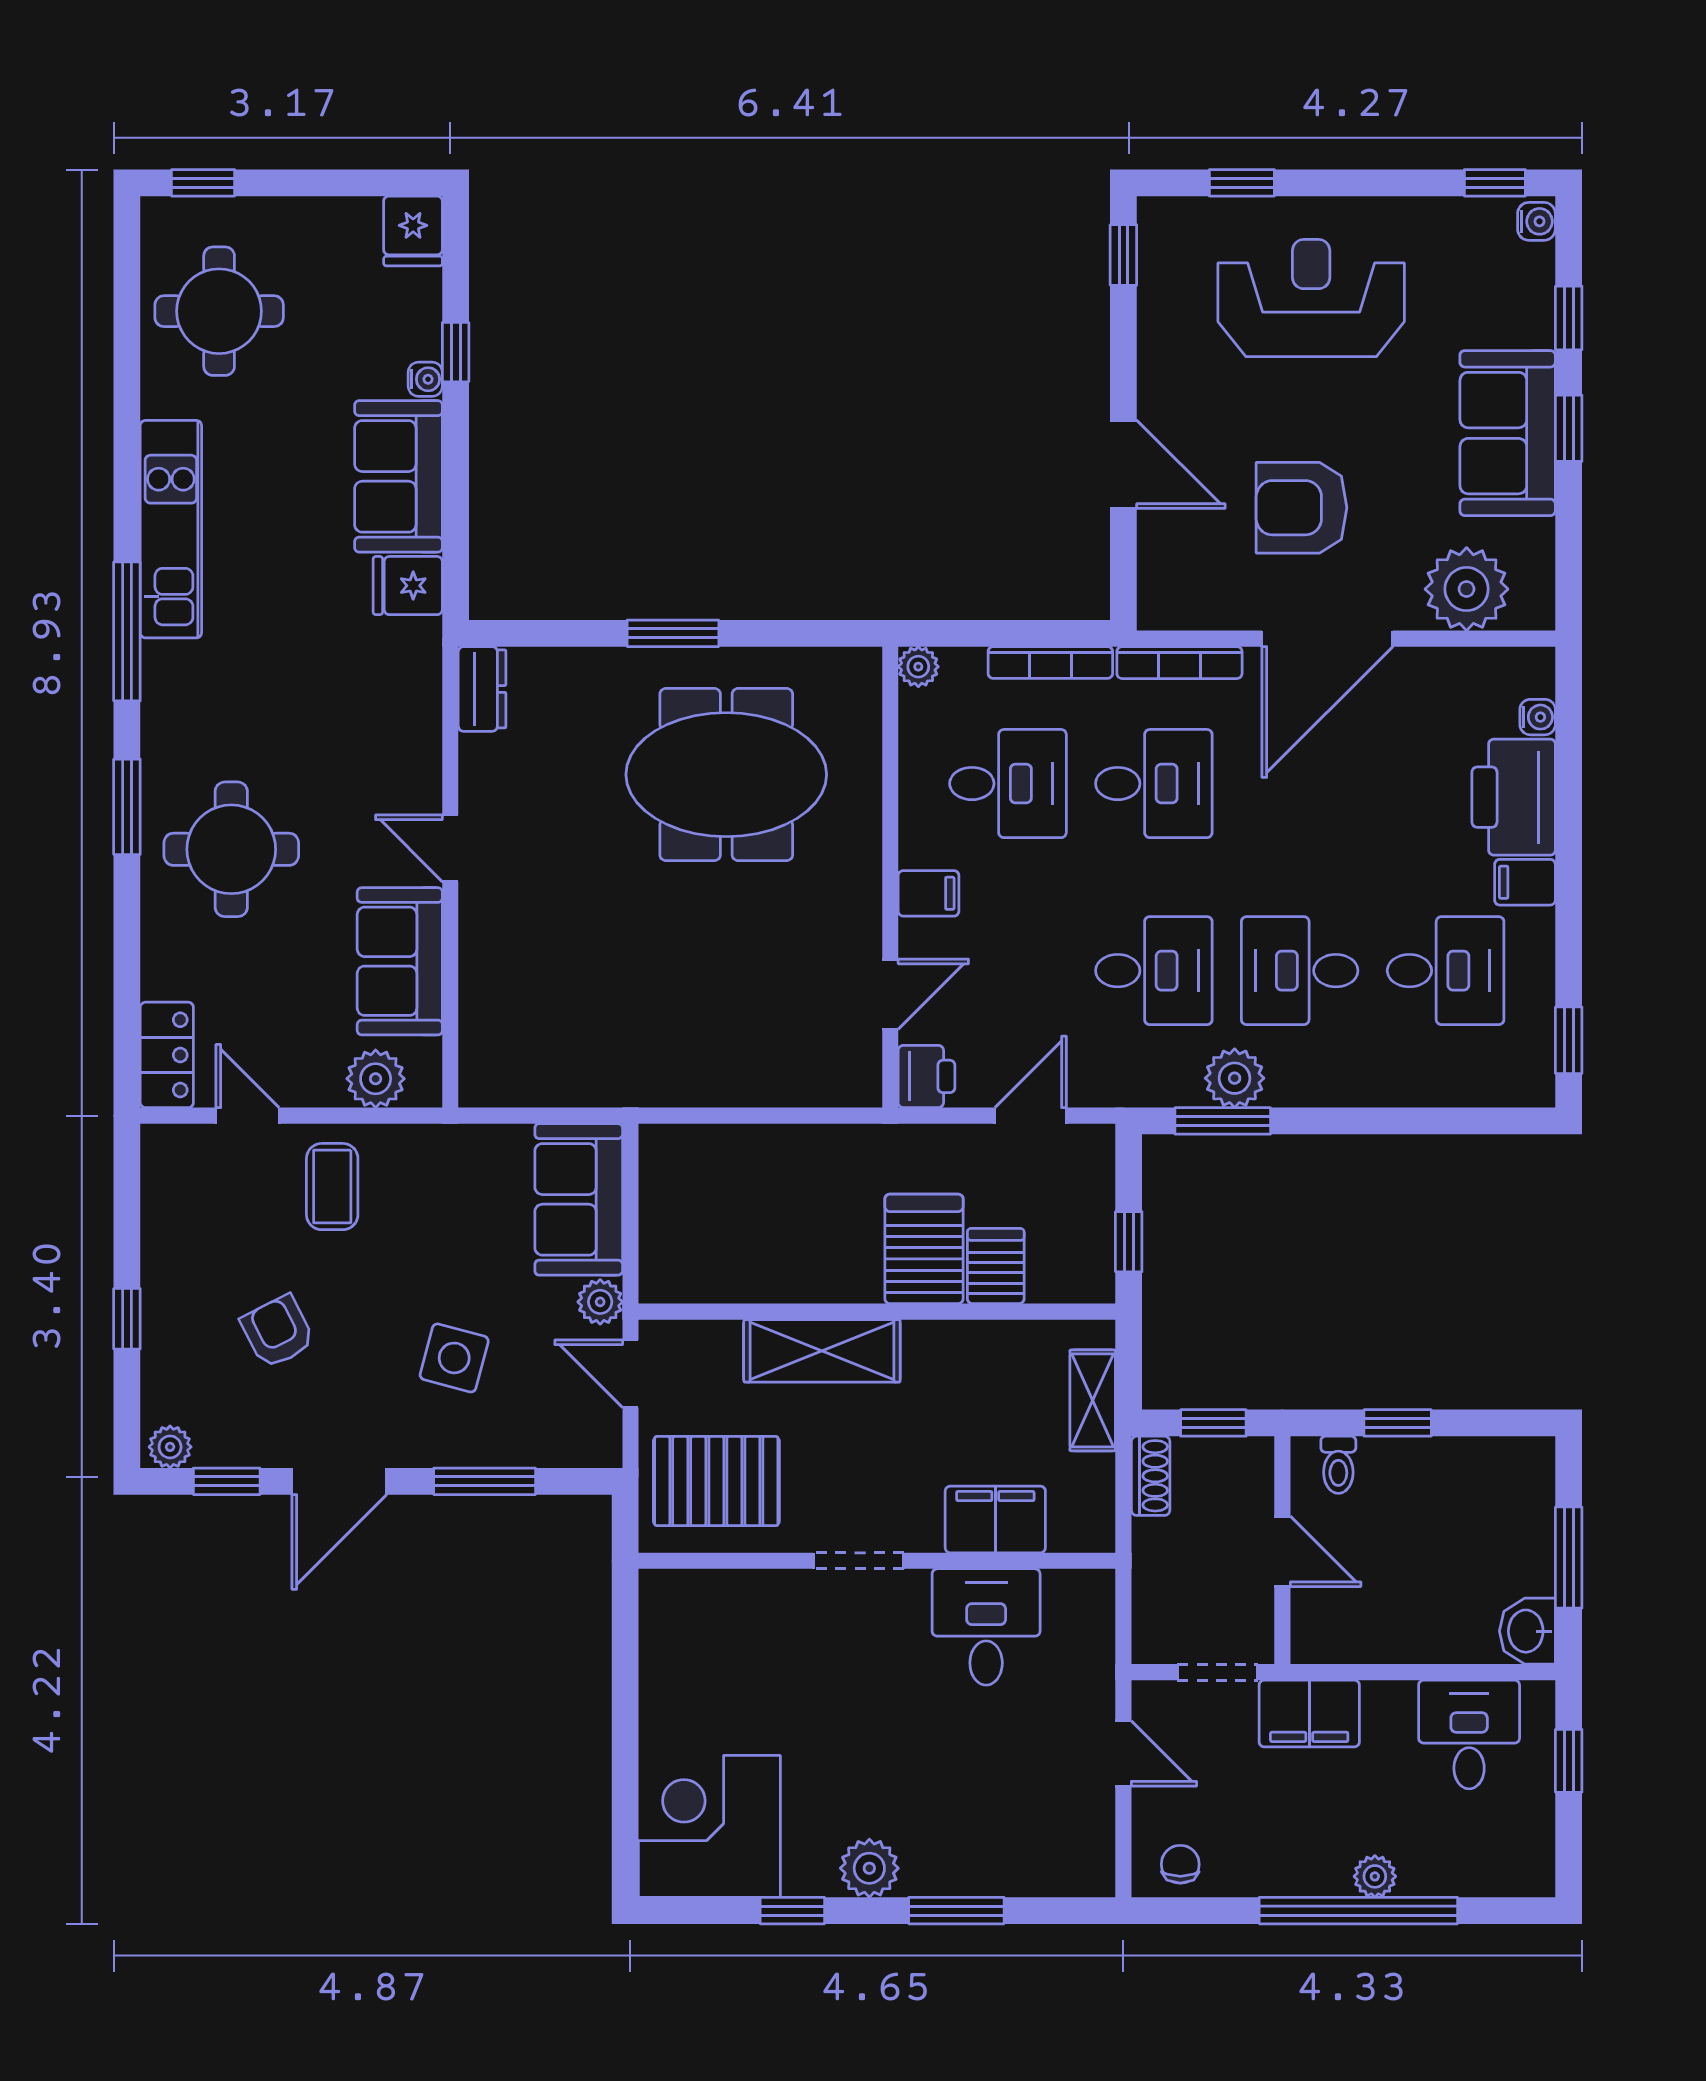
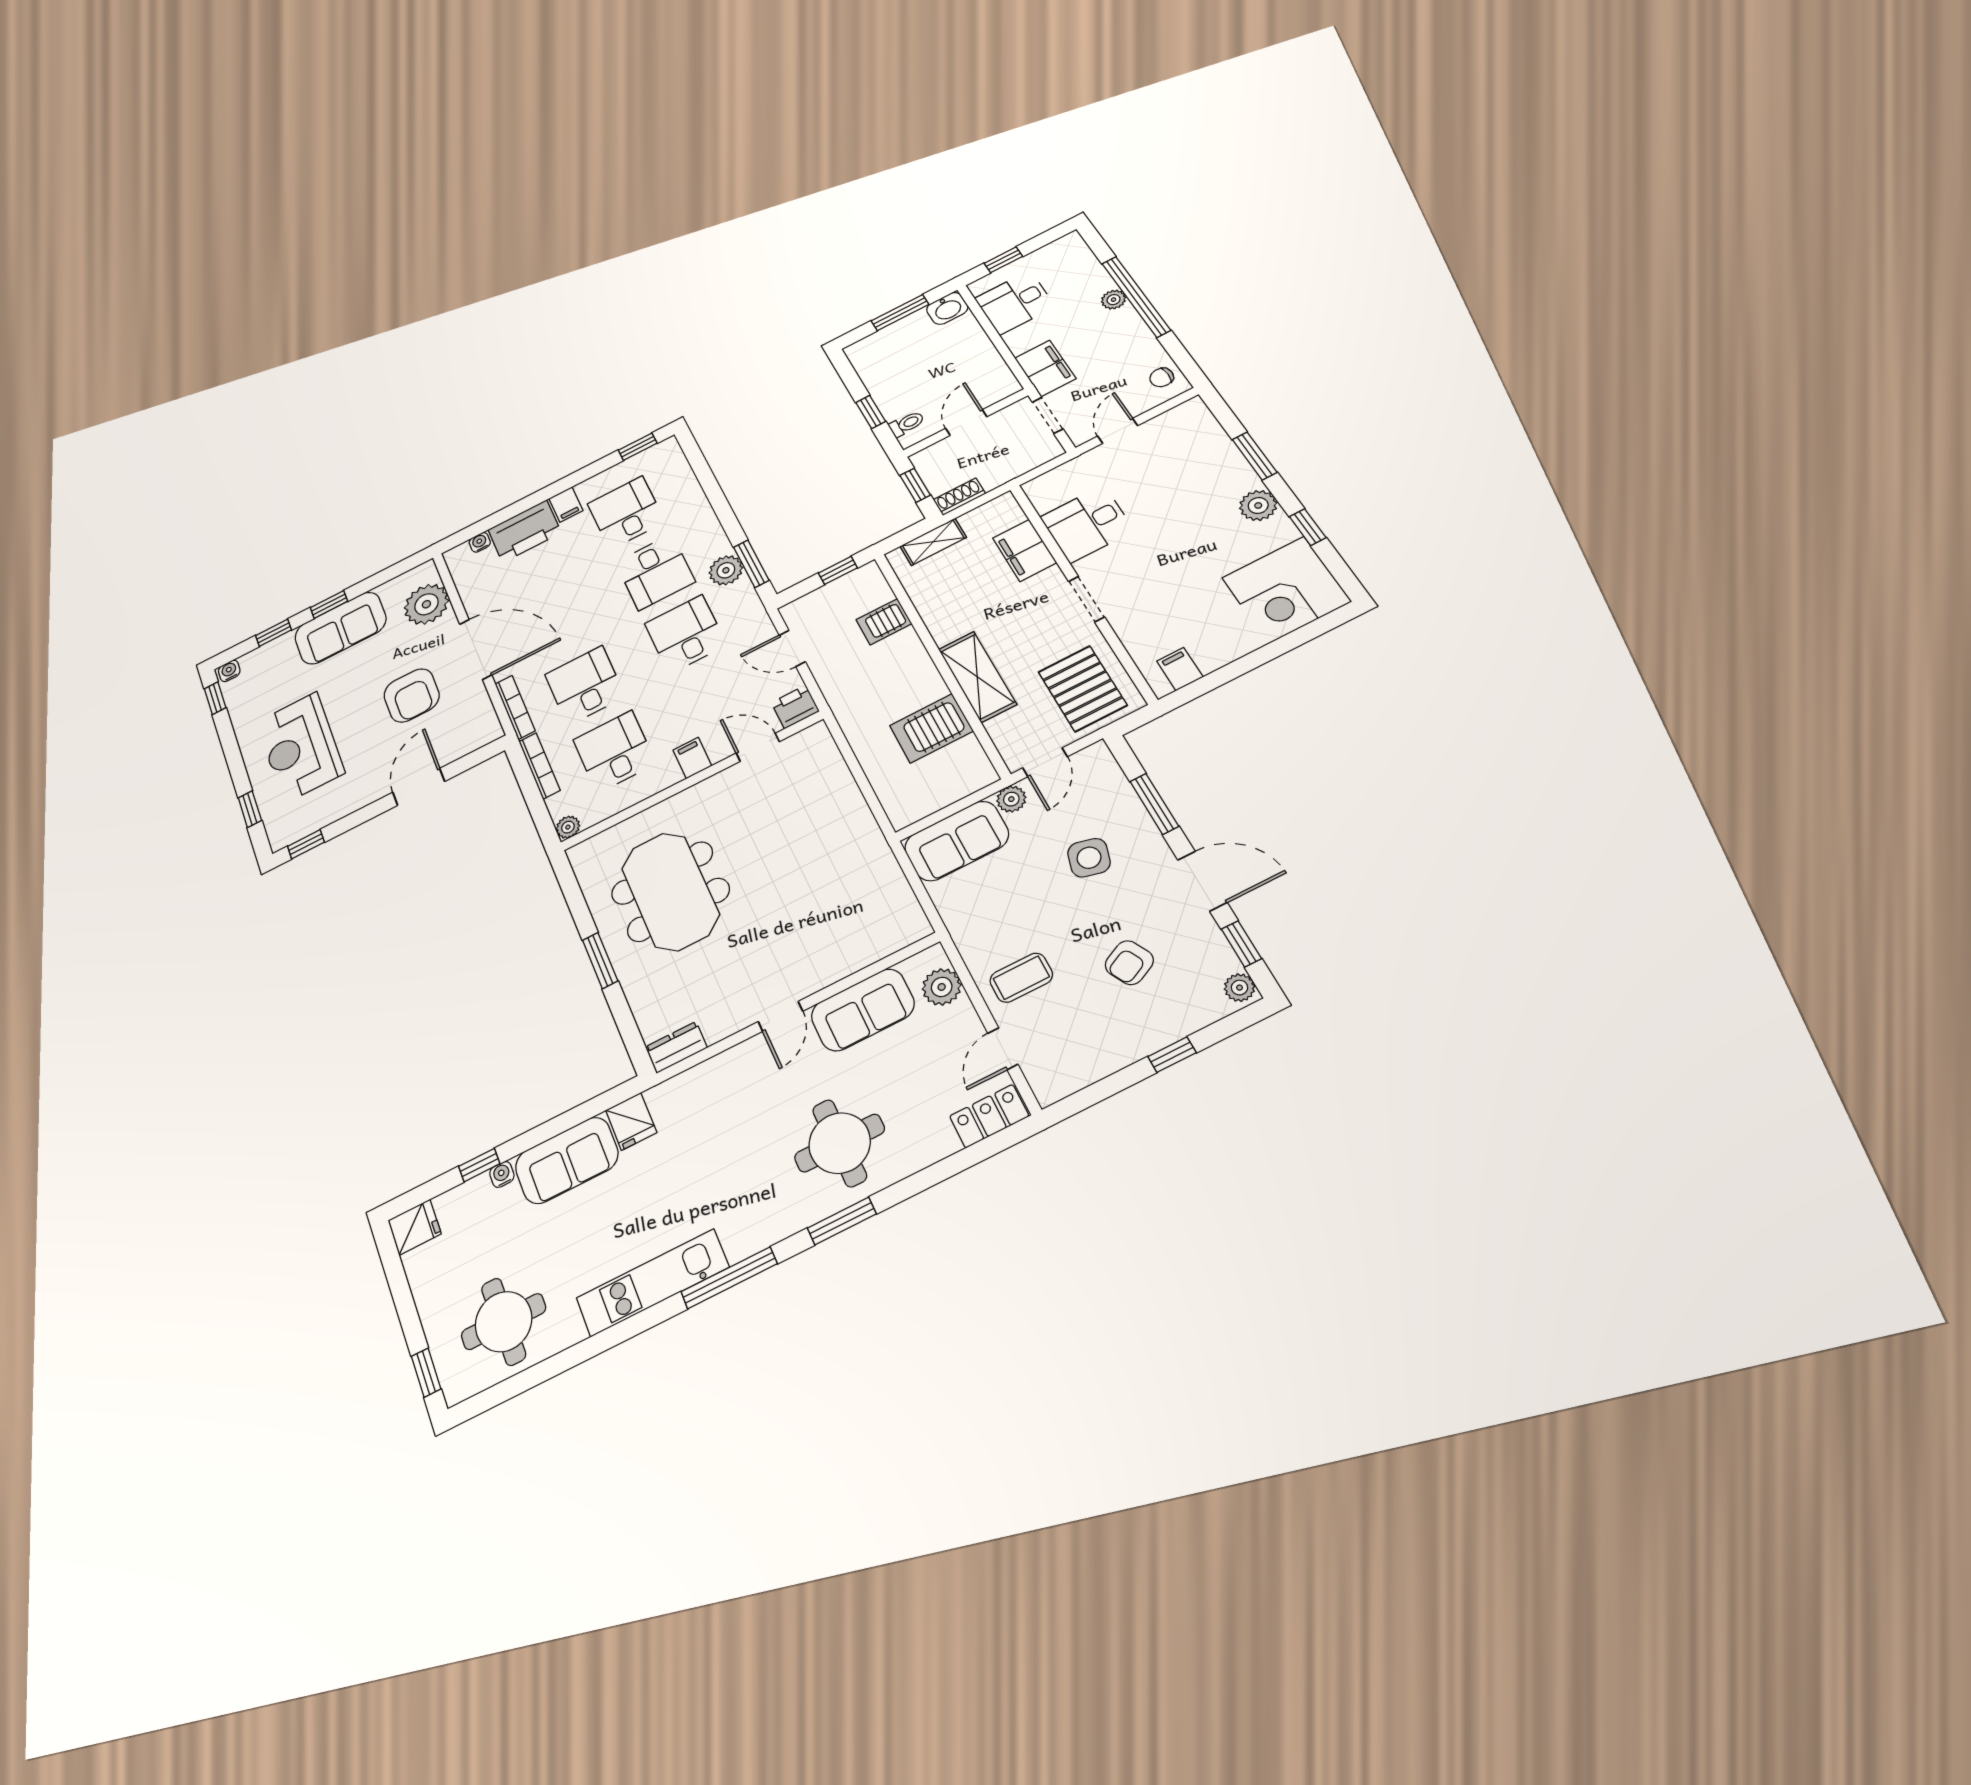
server rack: (924, 1249) -> (931, 728), moved
filing cabinet: (669, 1623) -> (1180, 669), added

